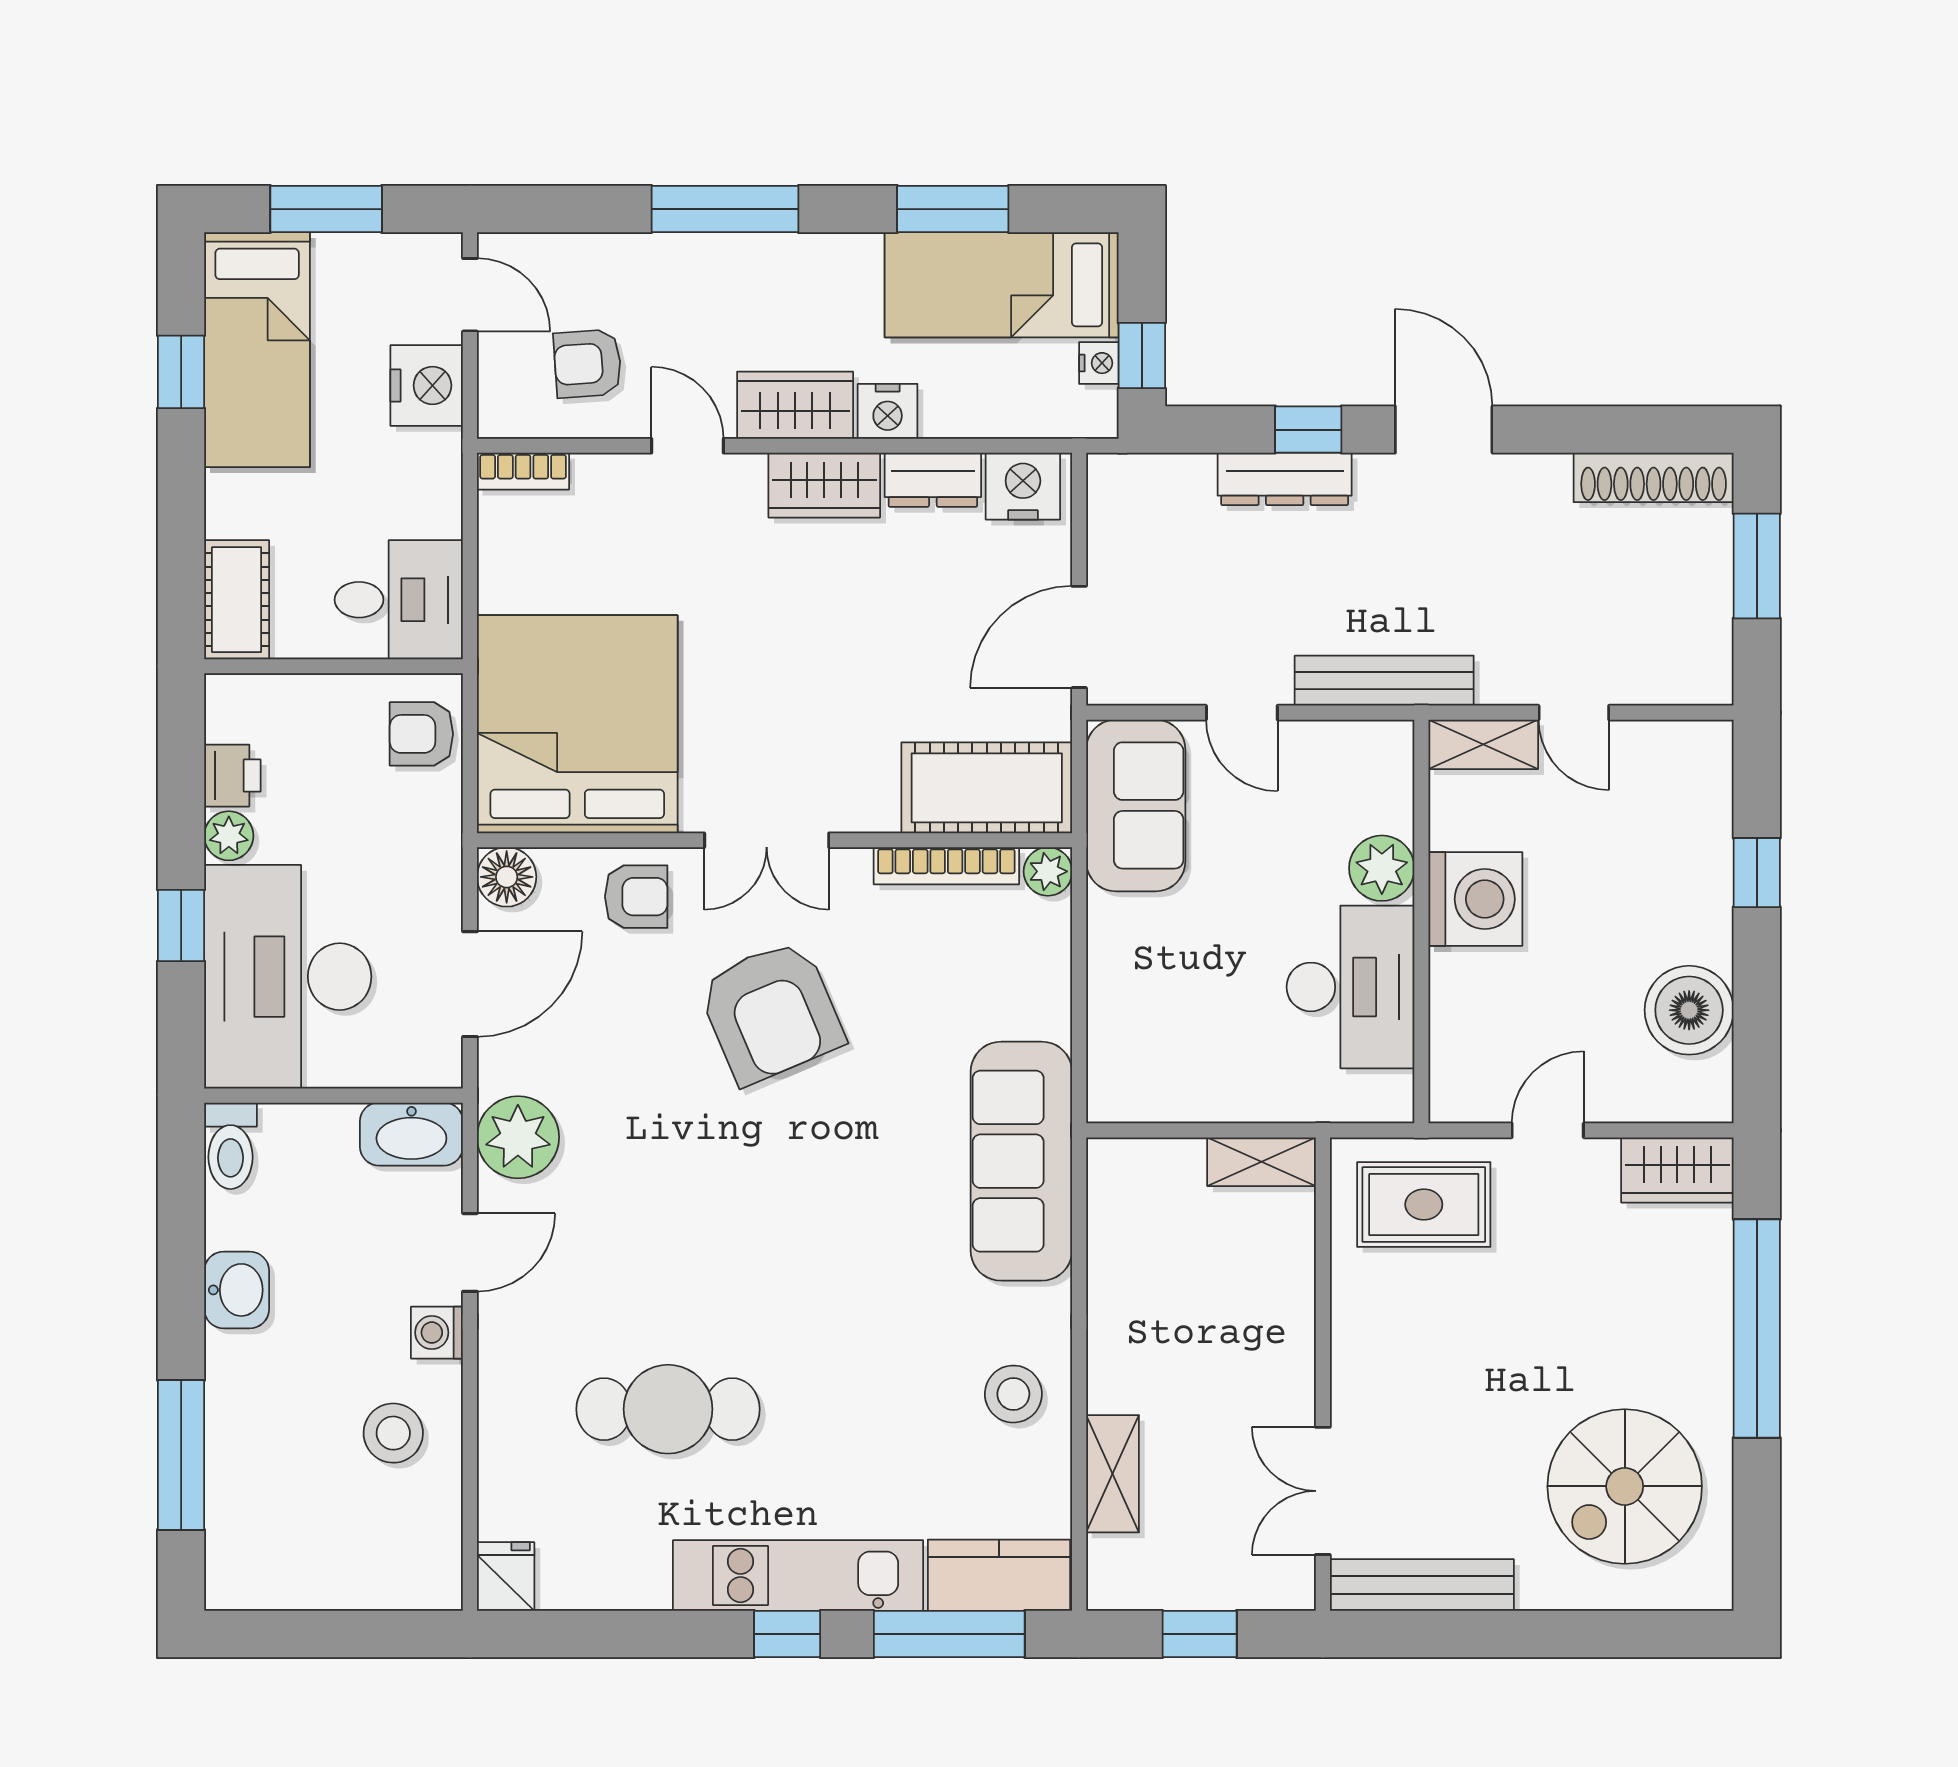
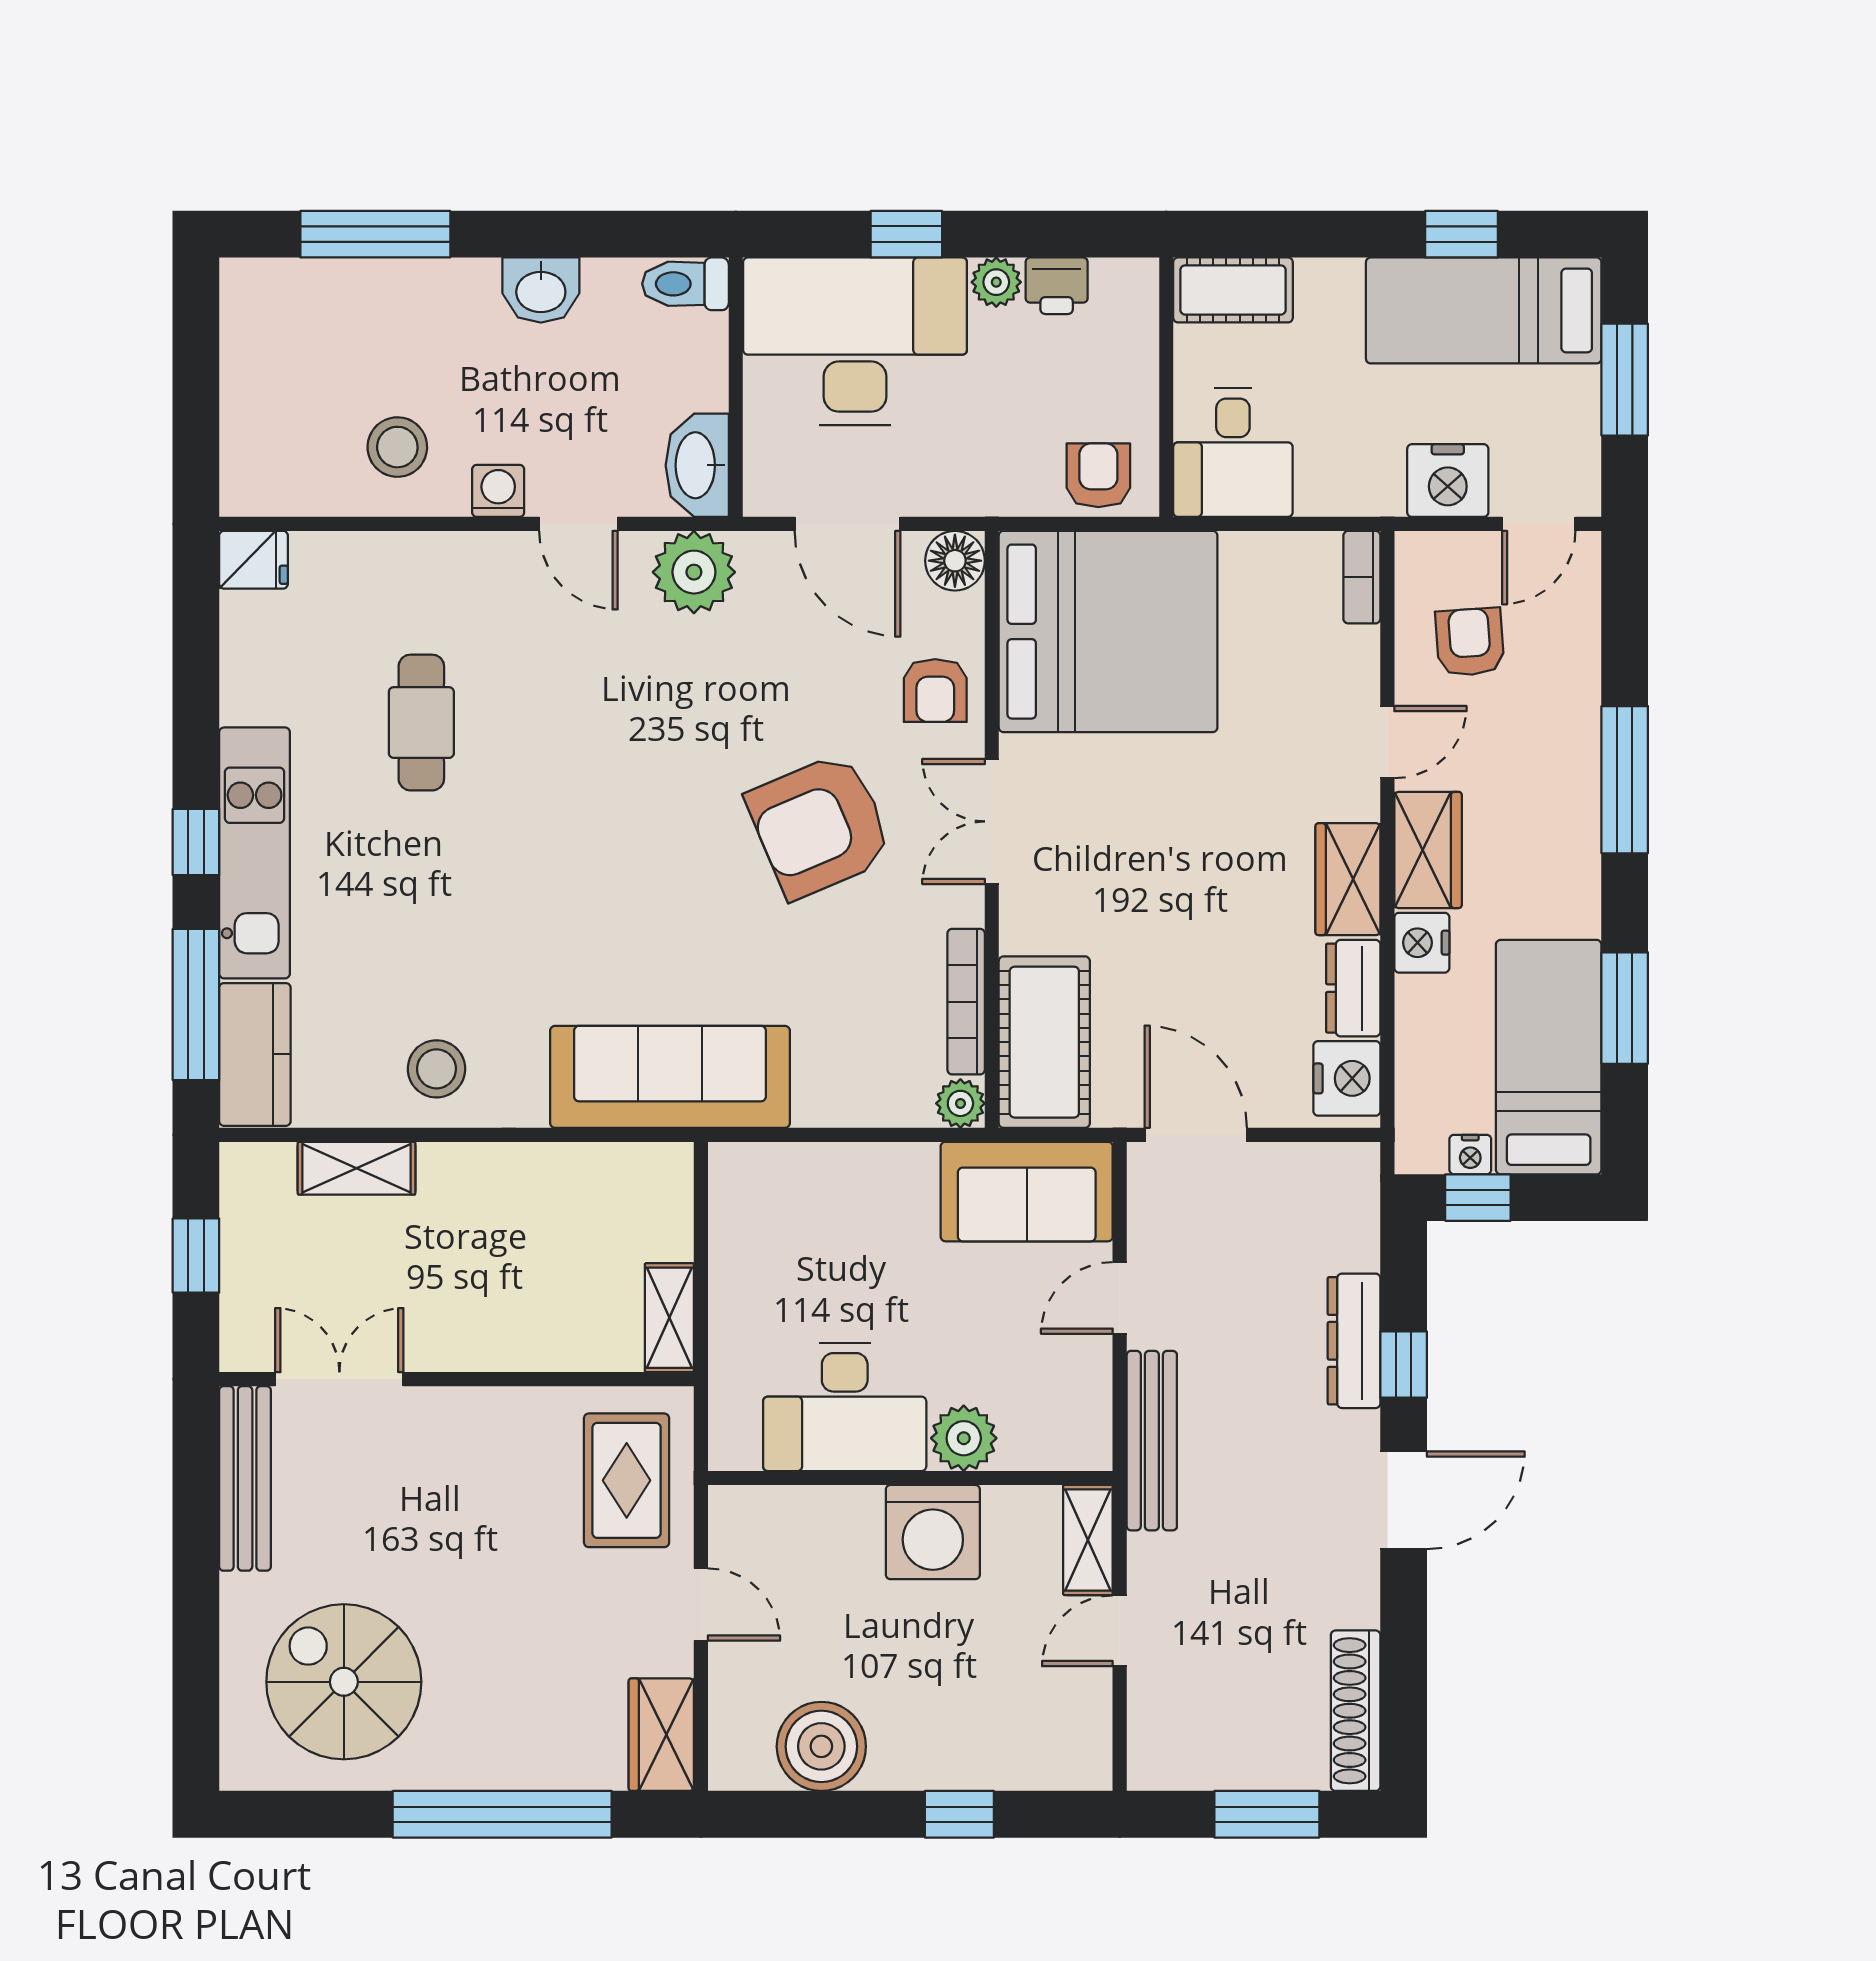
cafe table: (668, 1409) -> (421, 723), width x0.73, depth x0.74

